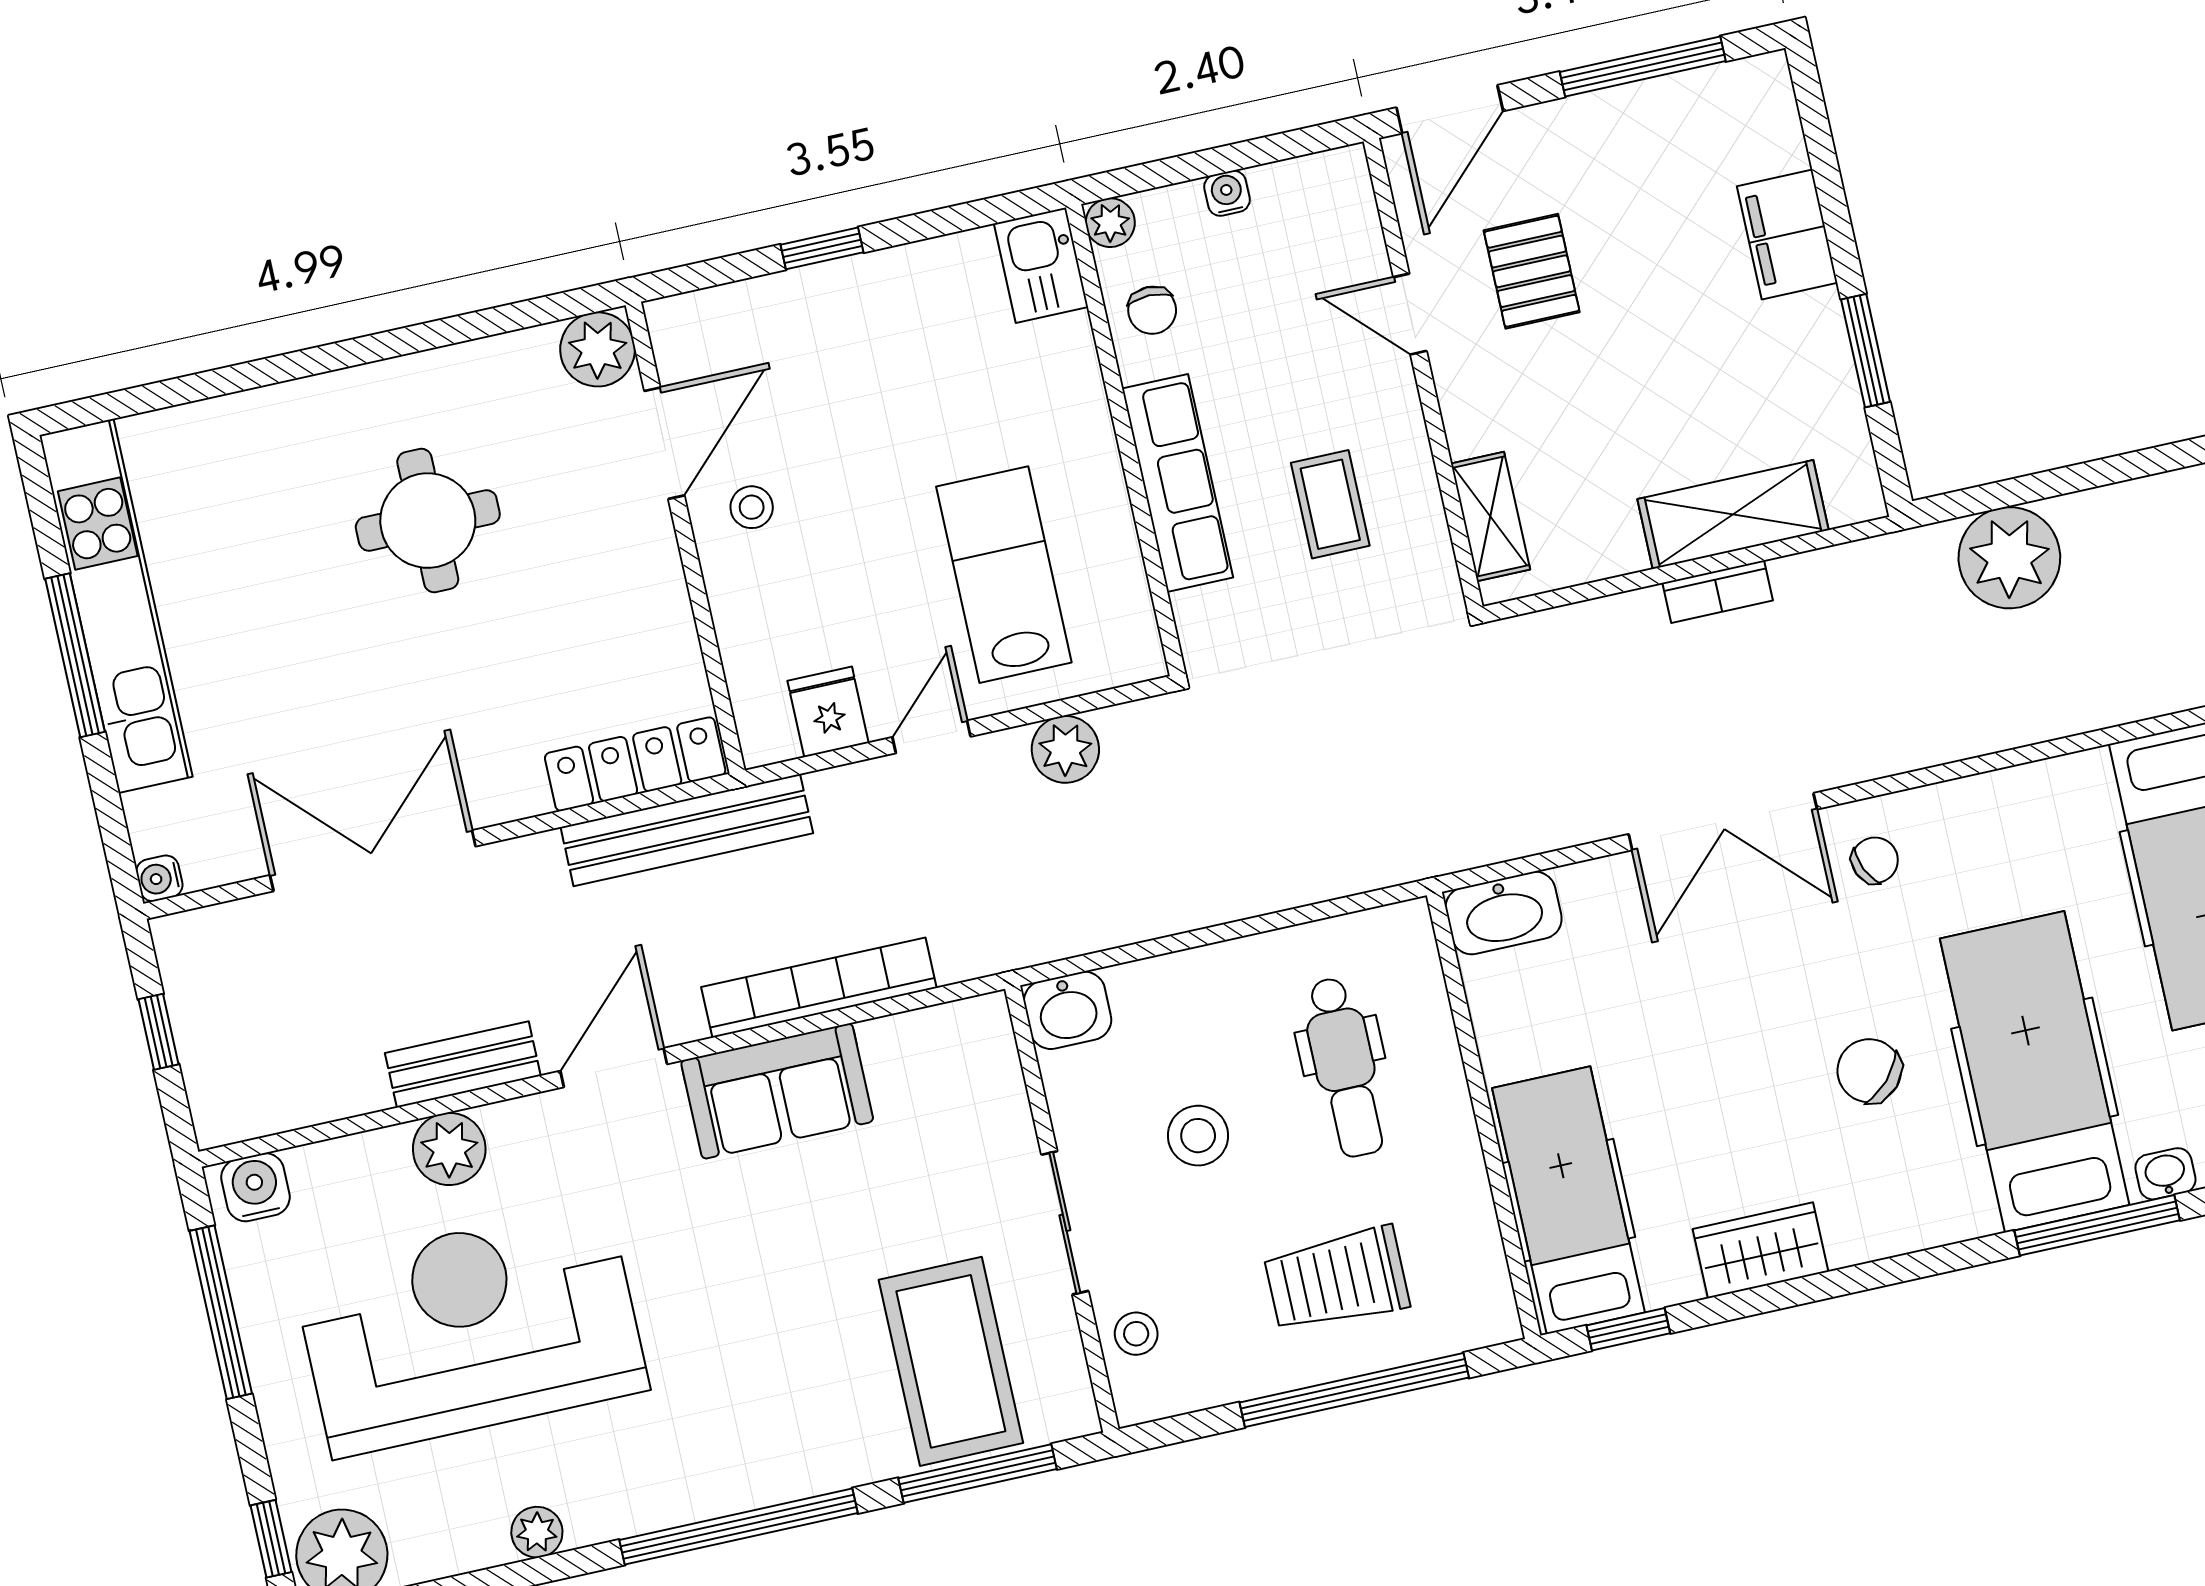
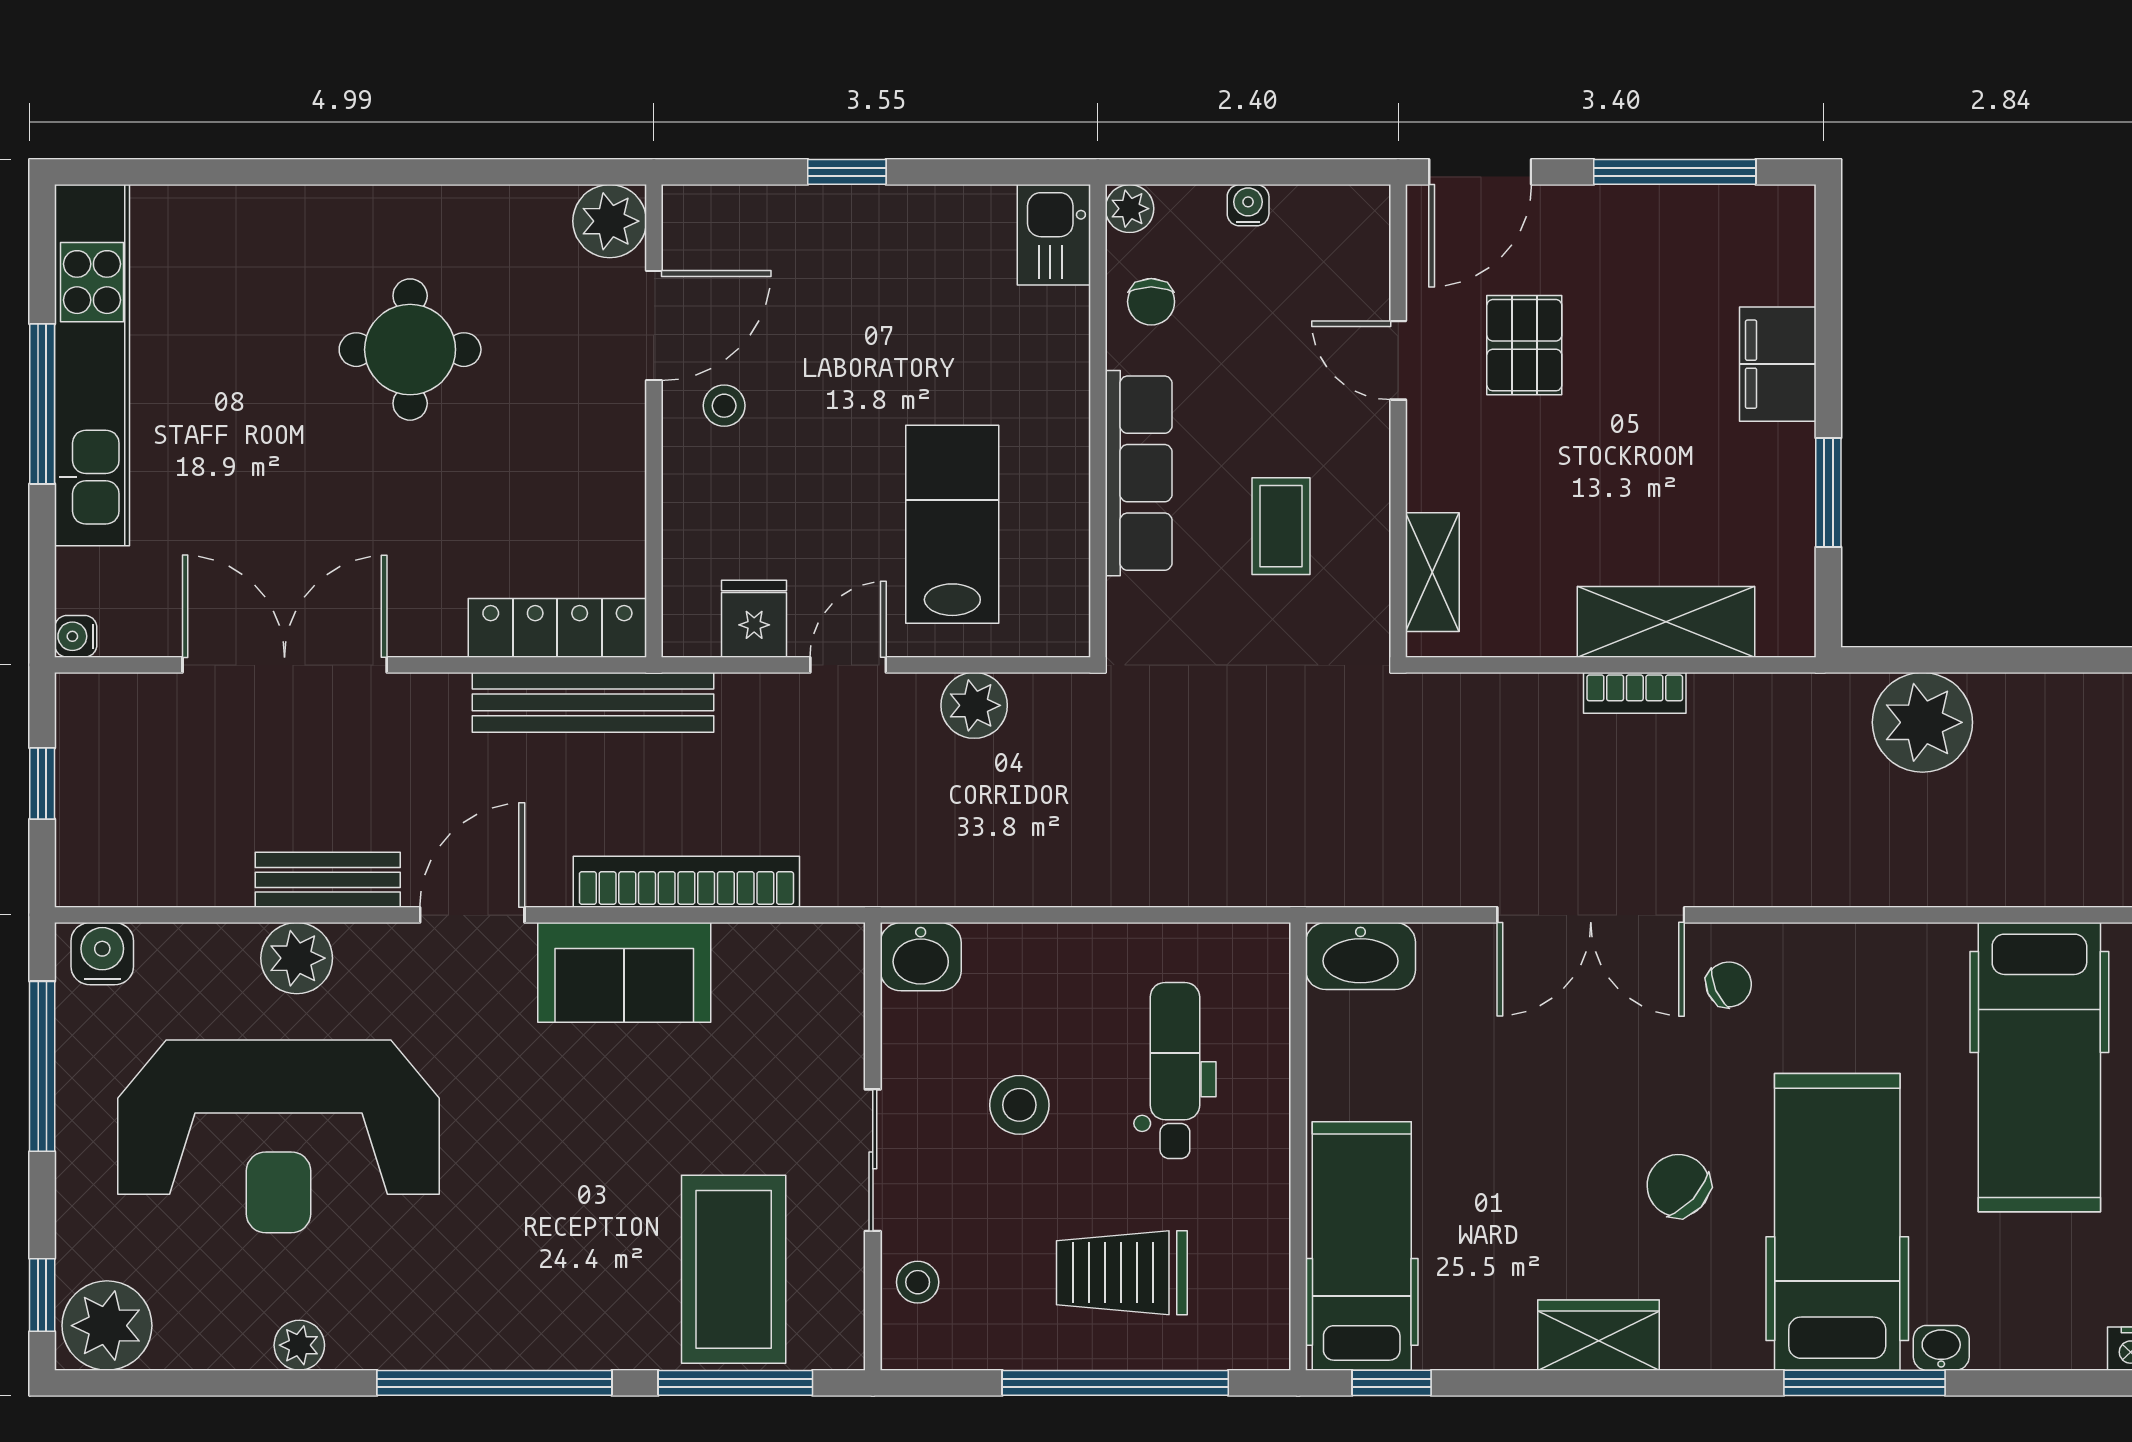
dental chair: (1345, 1067) -> (1175, 1070), turned 180
wardrobe: (1760, 1250) -> (1598, 1335), moved
reception desk: (470, 1330) -> (279, 1136), turned 180

